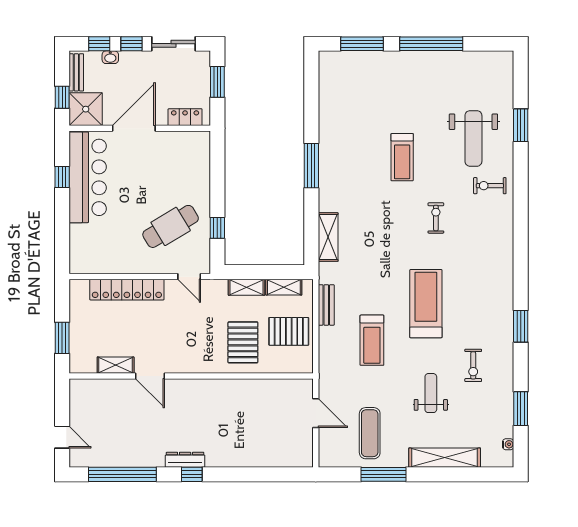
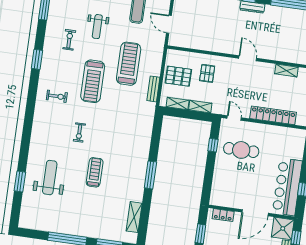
exercise bike: (490, 186) -> (57, 96), moved
cafe table: (171, 226) -> (241, 150), turned 31
shelving: (328, 237) -> (134, 217), moved
treadmill: (372, 340) -> (129, 64), width x1.37, depth x1.38
pallet: (243, 342) -> (207, 73), width x0.67, depth x0.71
door: (150, 376) -> (248, 58), moved

